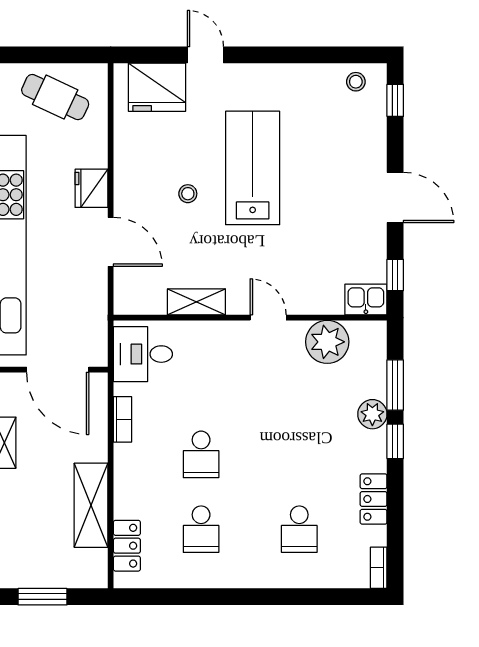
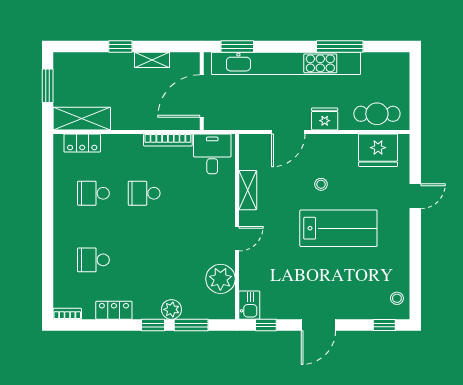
fridge: (157, 87) -> (378, 150), moved, turned -90
cafe table: (55, 97) -> (377, 114), moved, turned 65
bookcase: (122, 419) -> (168, 140), width x1.56
shelving: (91, 505) -> (82, 119), moved

